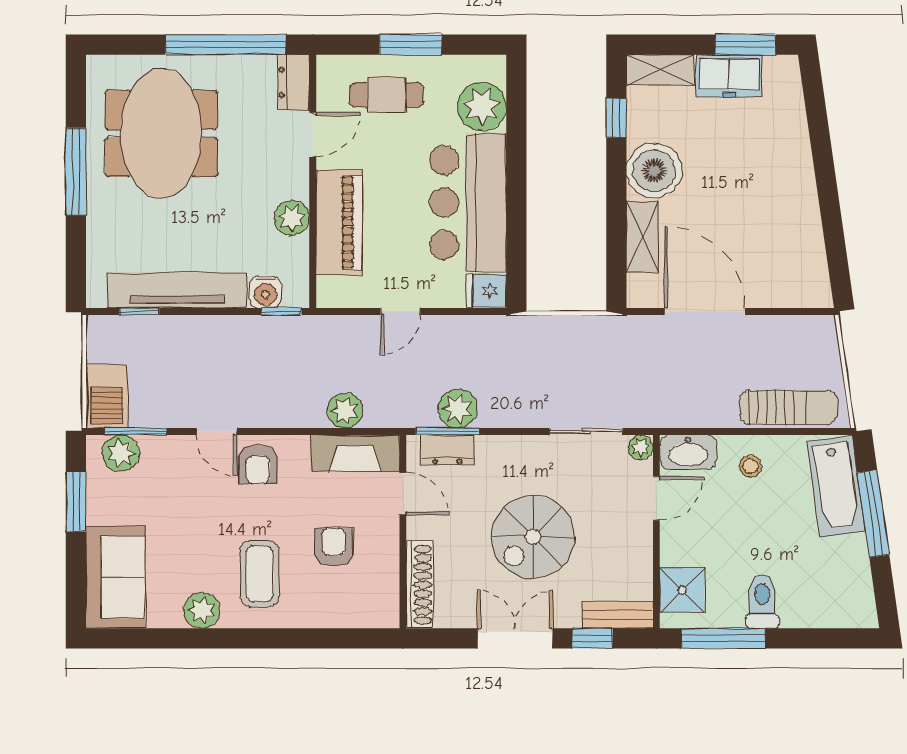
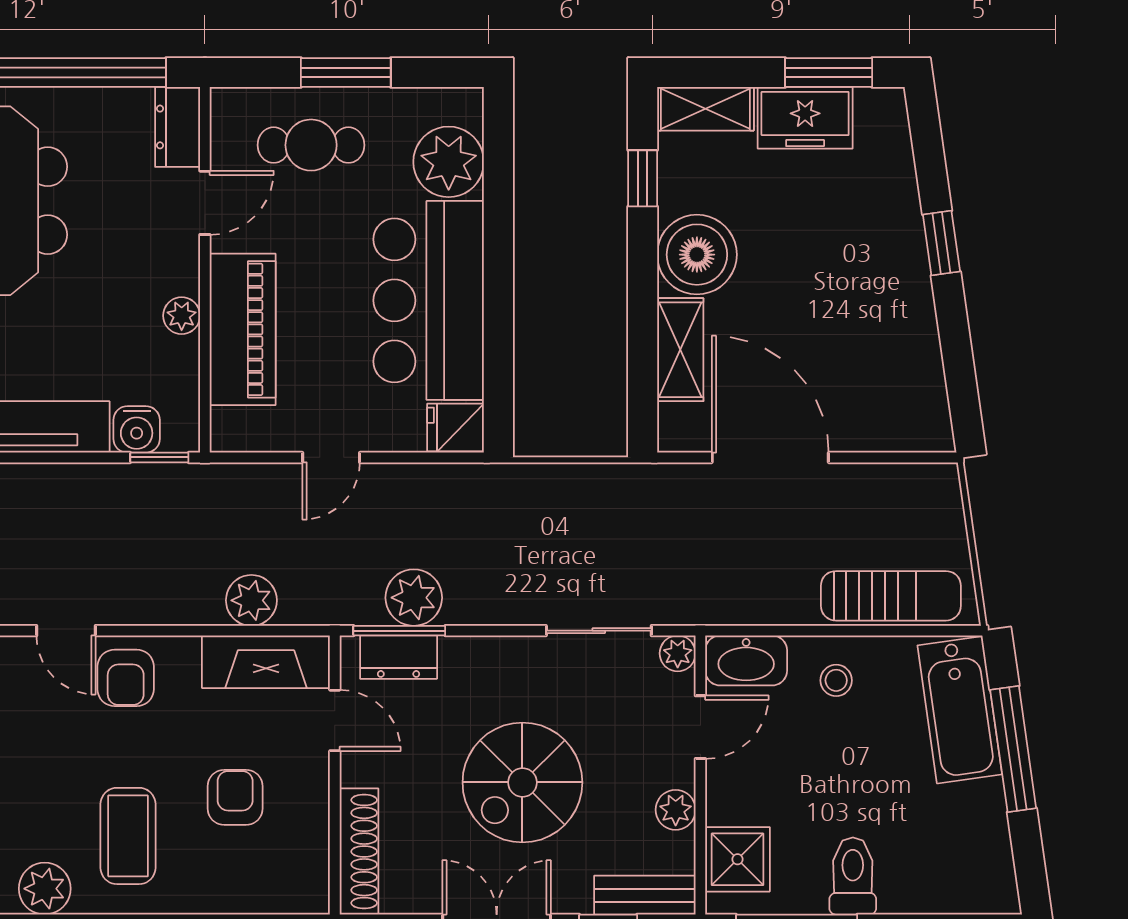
window: (823, 163) -> (941, 243), added
plant: (292, 218) -> (182, 316), width x0.73, depth x0.73
plant: (639, 556) -> (676, 810), added

